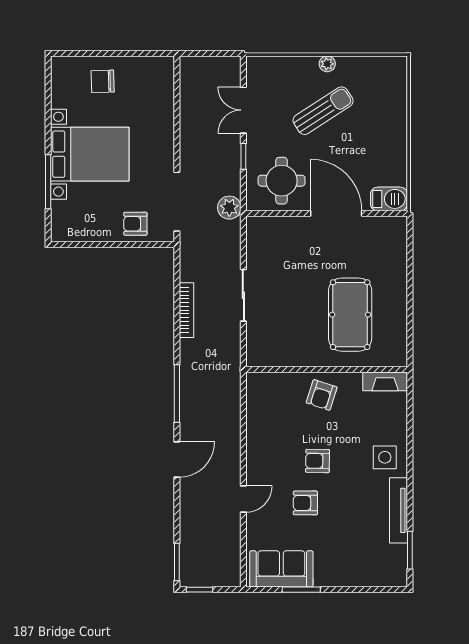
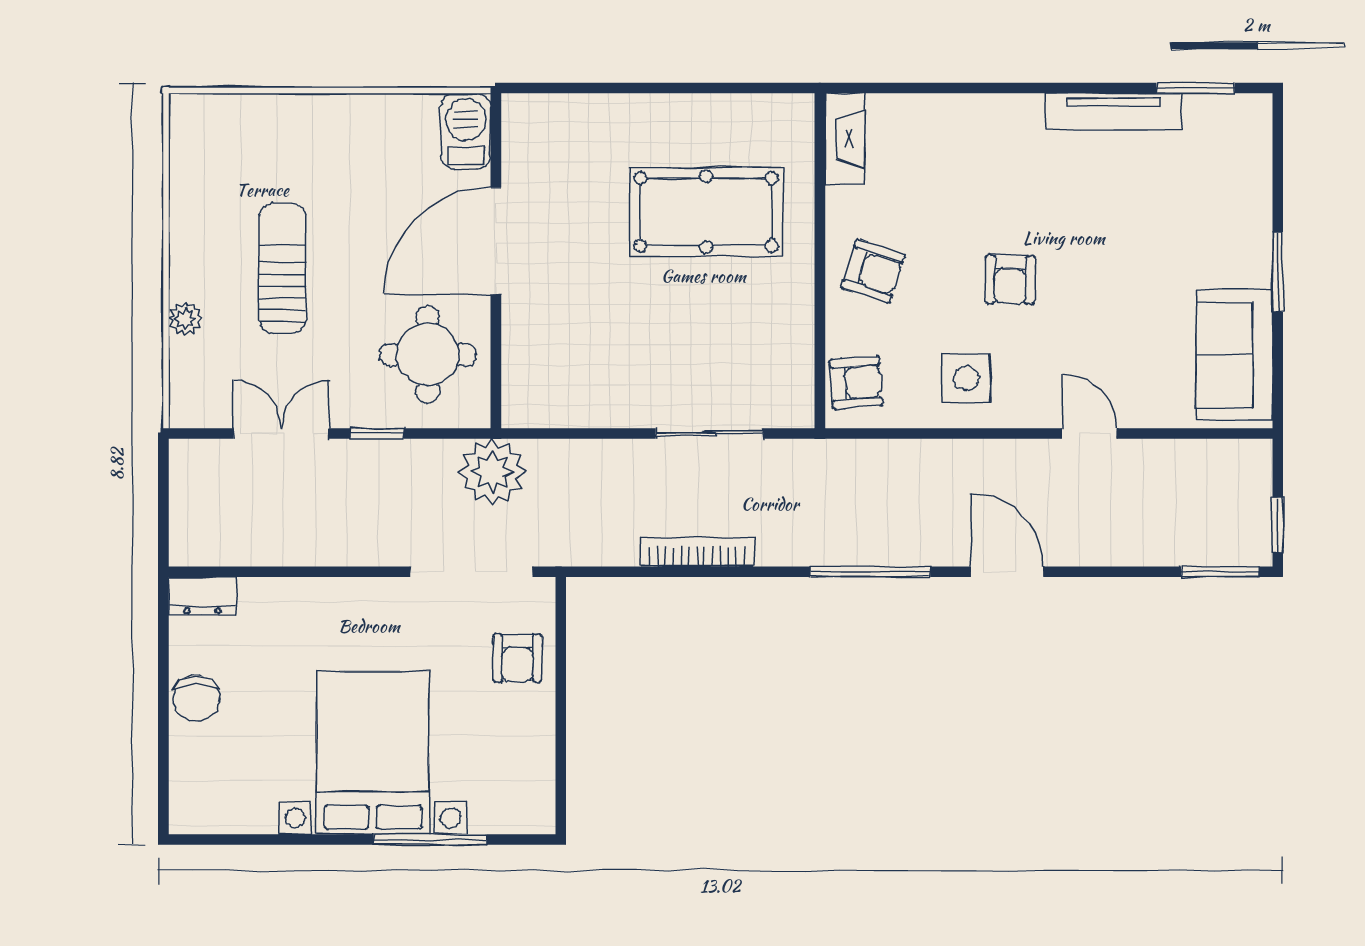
plant: (327, 64) -> (185, 319), moved
dresser: (165, 72) -> (202, 596), added
chair: (103, 81) -> (196, 698), moved
double door: (243, 110) -> (281, 433), swing flipped
sun lounger: (323, 111) -> (282, 268), turned 33
plant: (229, 208) -> (493, 472), width x1.36, depth x1.36
sliding door: (243, 295) -> (709, 433), moved
side table: (385, 457) -> (966, 378), moved
armchair: (305, 503) -> (856, 382), moved, turned -94
window: (301, 590) -> (1278, 272), moved

